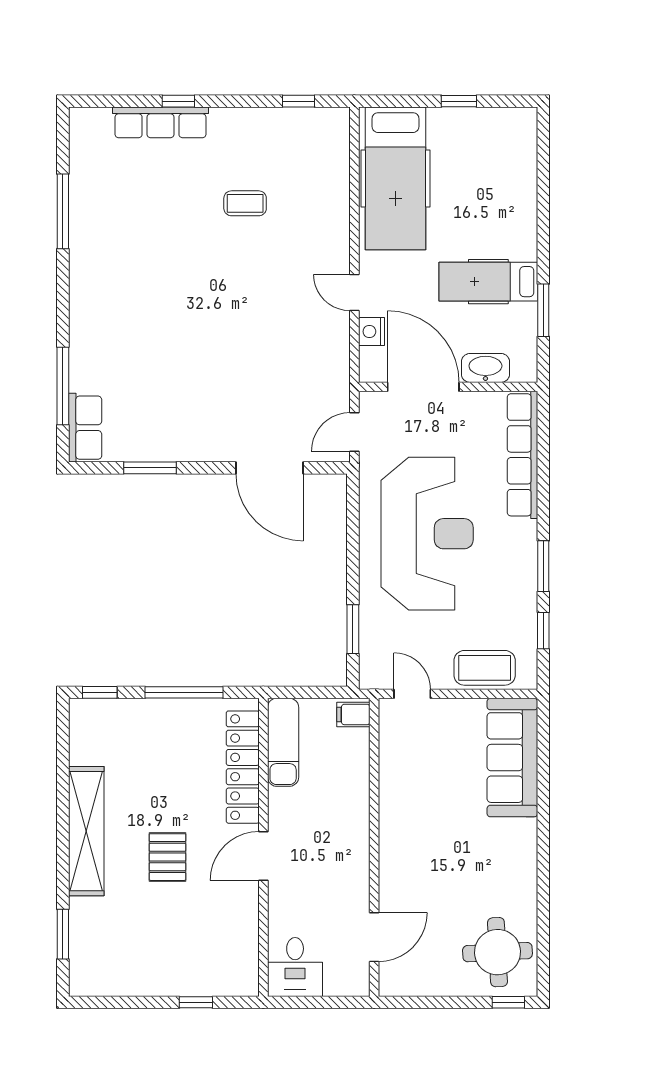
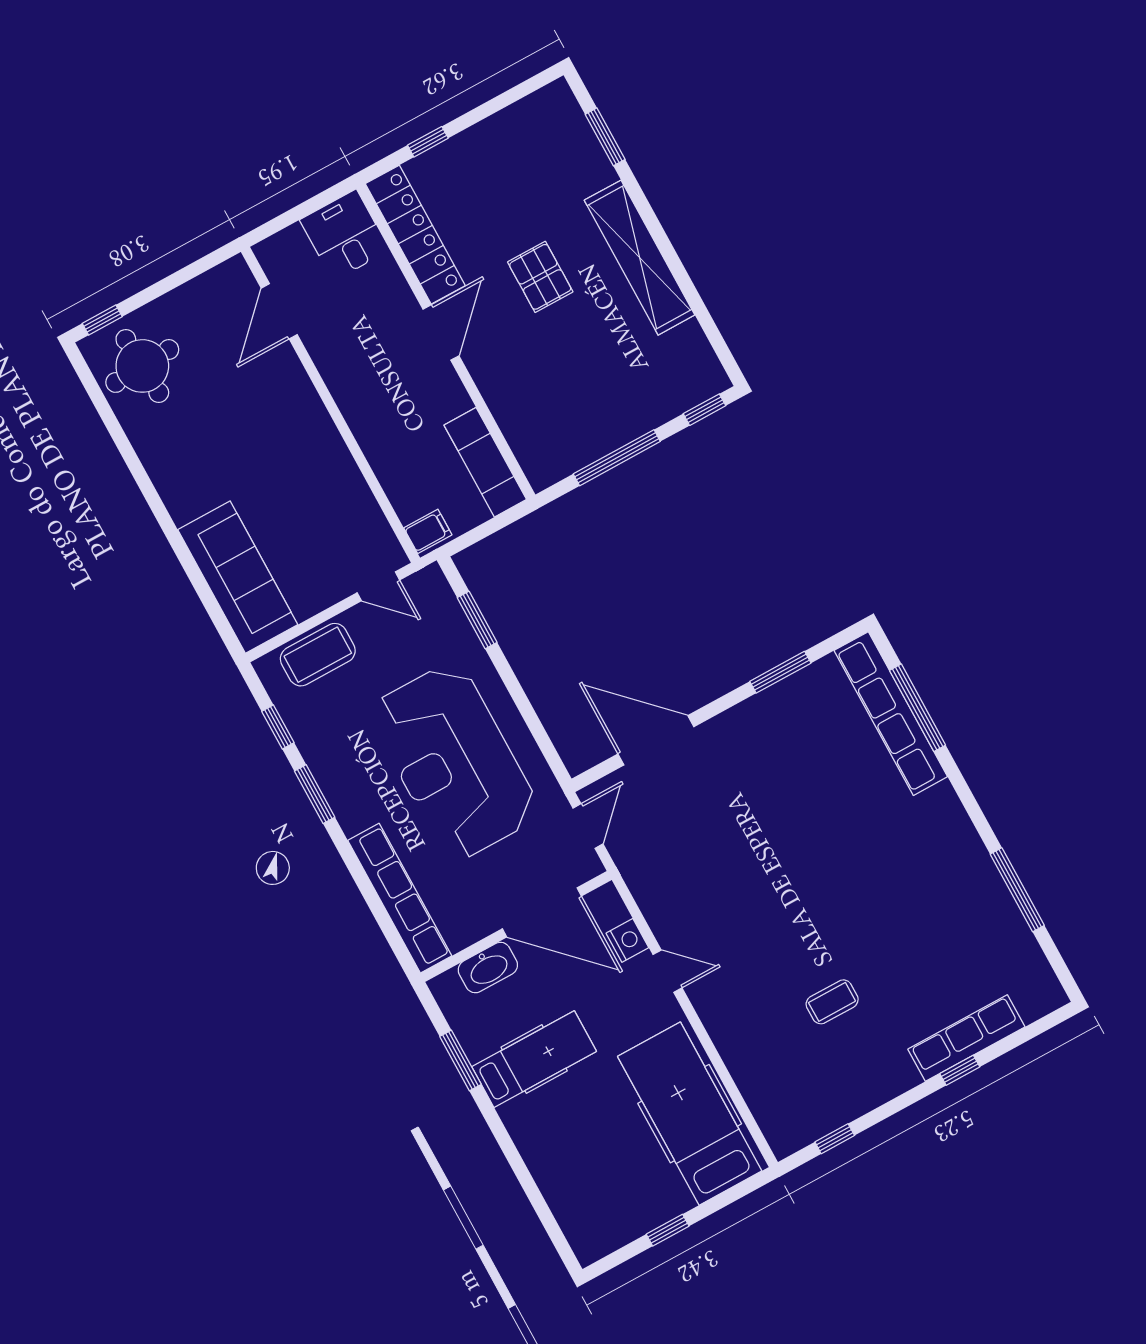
row of seats: (85, 428) -> (891, 714), width x2.02
locker: (243, 767) -> (415, 235), moved

